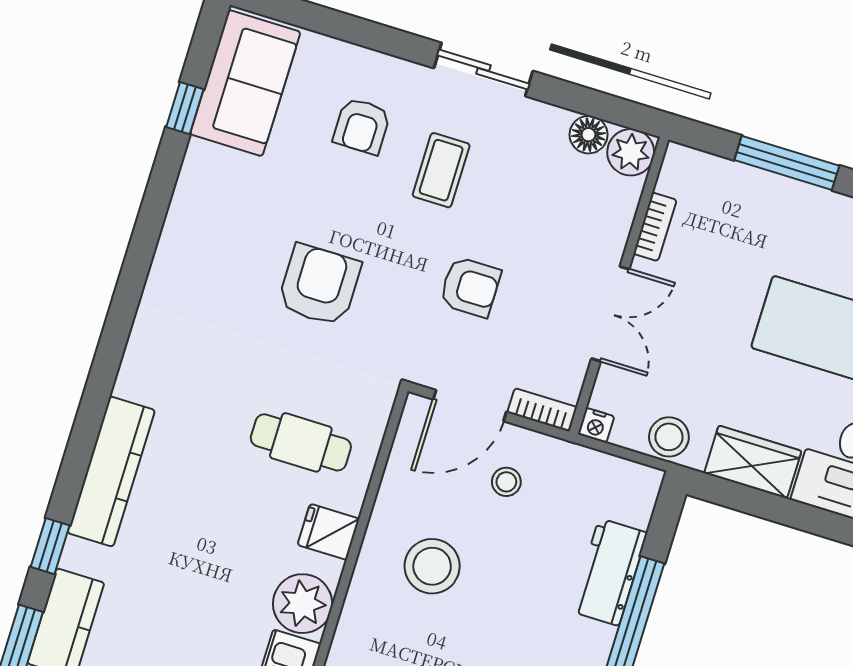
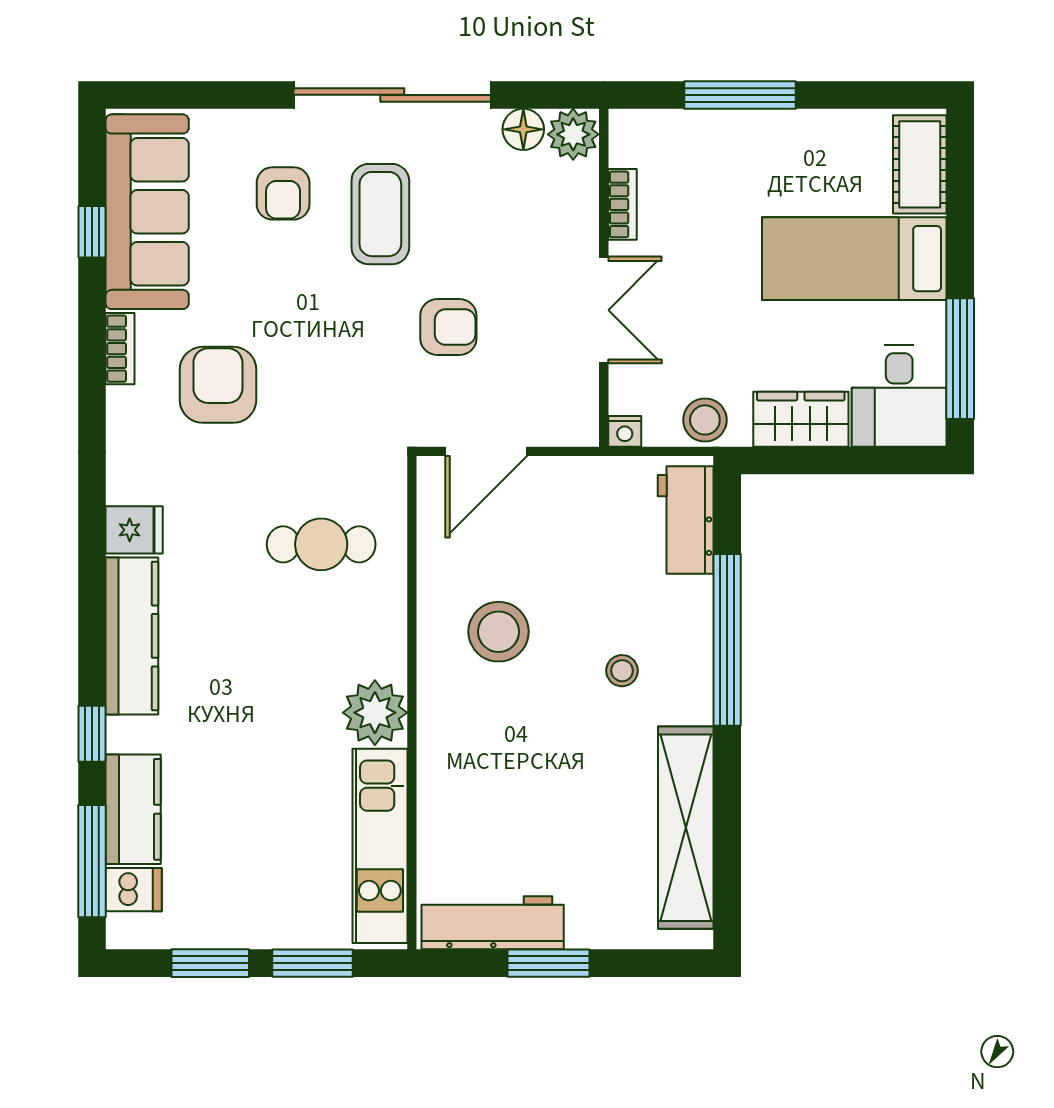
sliding door: (483, 69) -> (392, 95), width x1.86
sofa: (245, 83) -> (147, 212), width x1.36
coffee table: (441, 170) -> (380, 214), width x1.36, depth x1.30
armchair: (319, 285) -> (218, 385), moved
bookcase: (542, 410) -> (120, 349), moved, turned 90
stool: (506, 482) -> (622, 671), moved
fridge: (328, 532) -> (134, 530), moved, turned 180
workbench: (609, 572) -> (686, 520), moved

